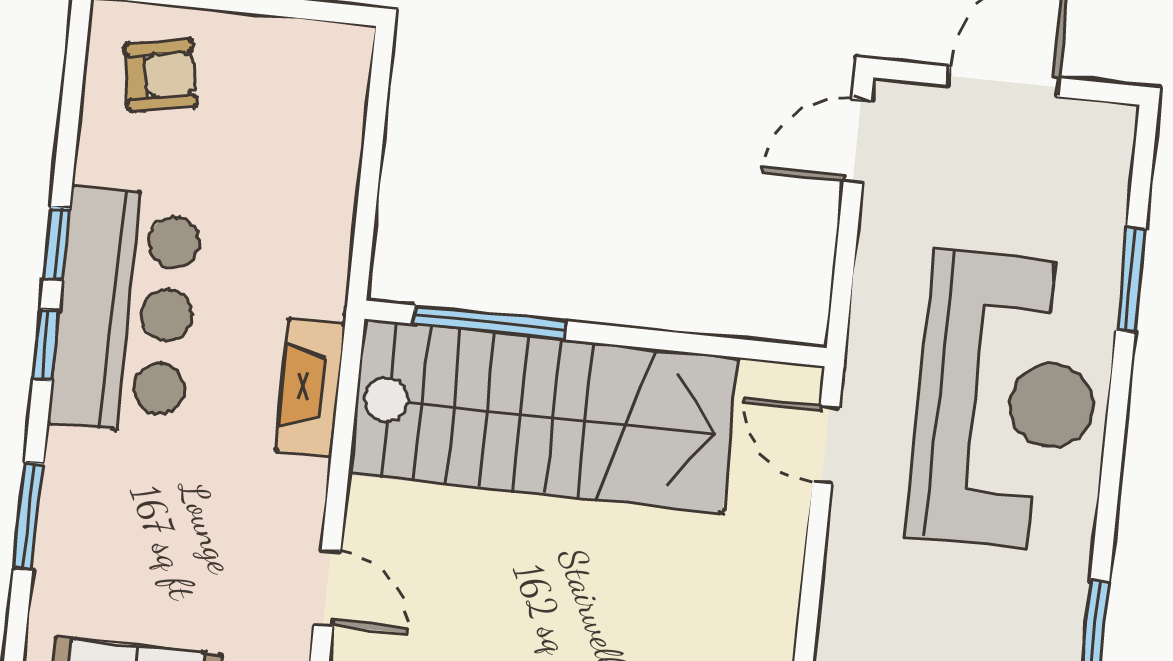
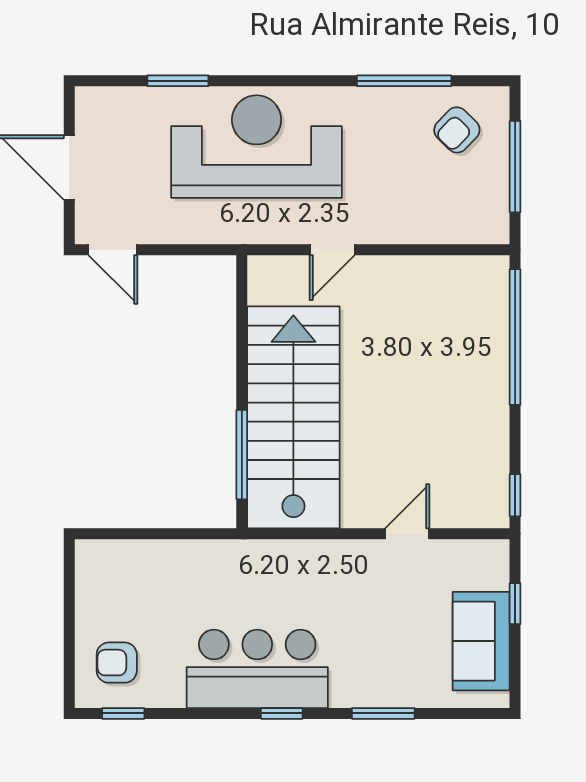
armchair: (161, 75) -> (117, 663), turned -80
window: (57, 243) -> (123, 713), moved
fireplace: (310, 387) -> (291, 556), removed
door: (826, 445) -> (332, 250), moved

